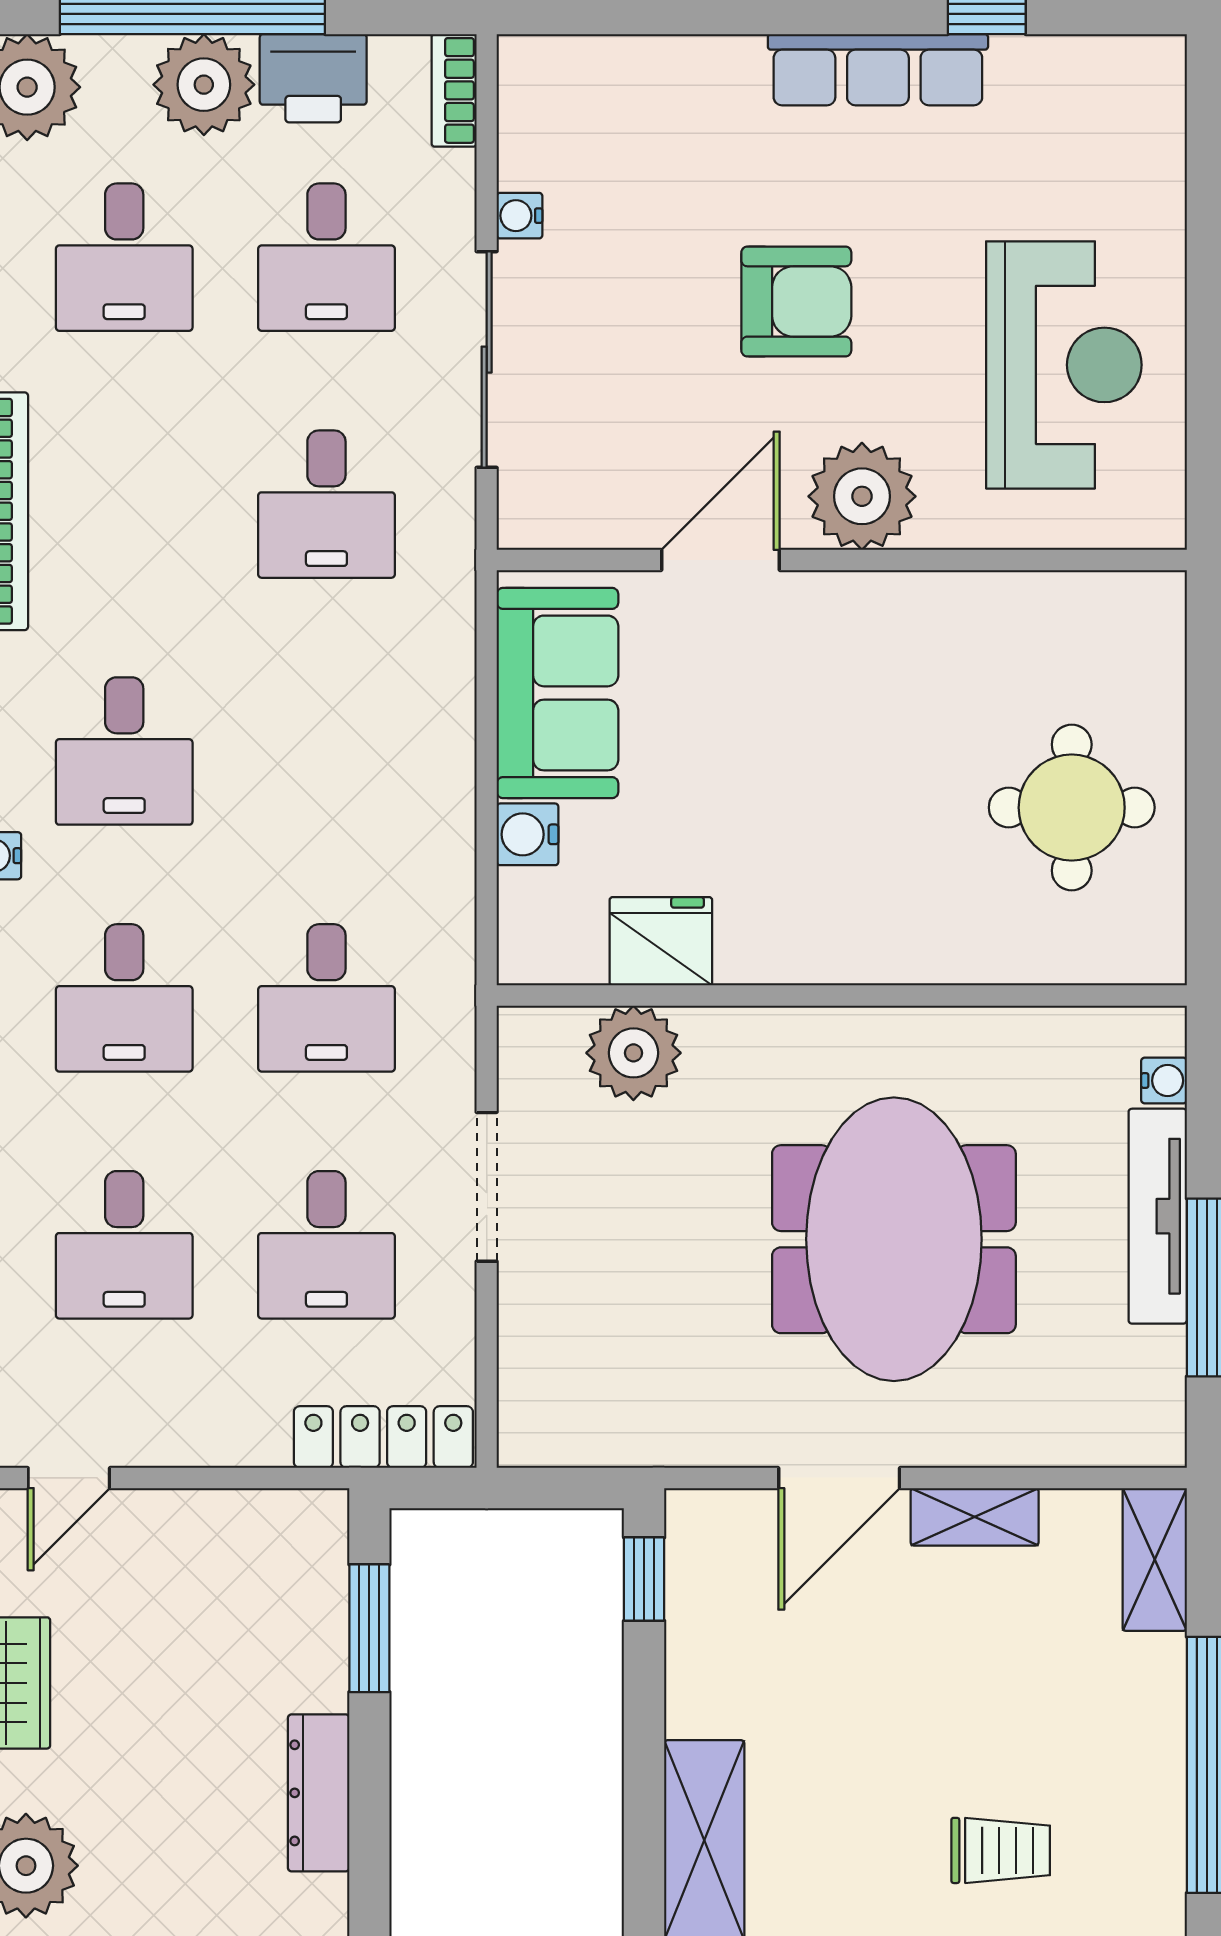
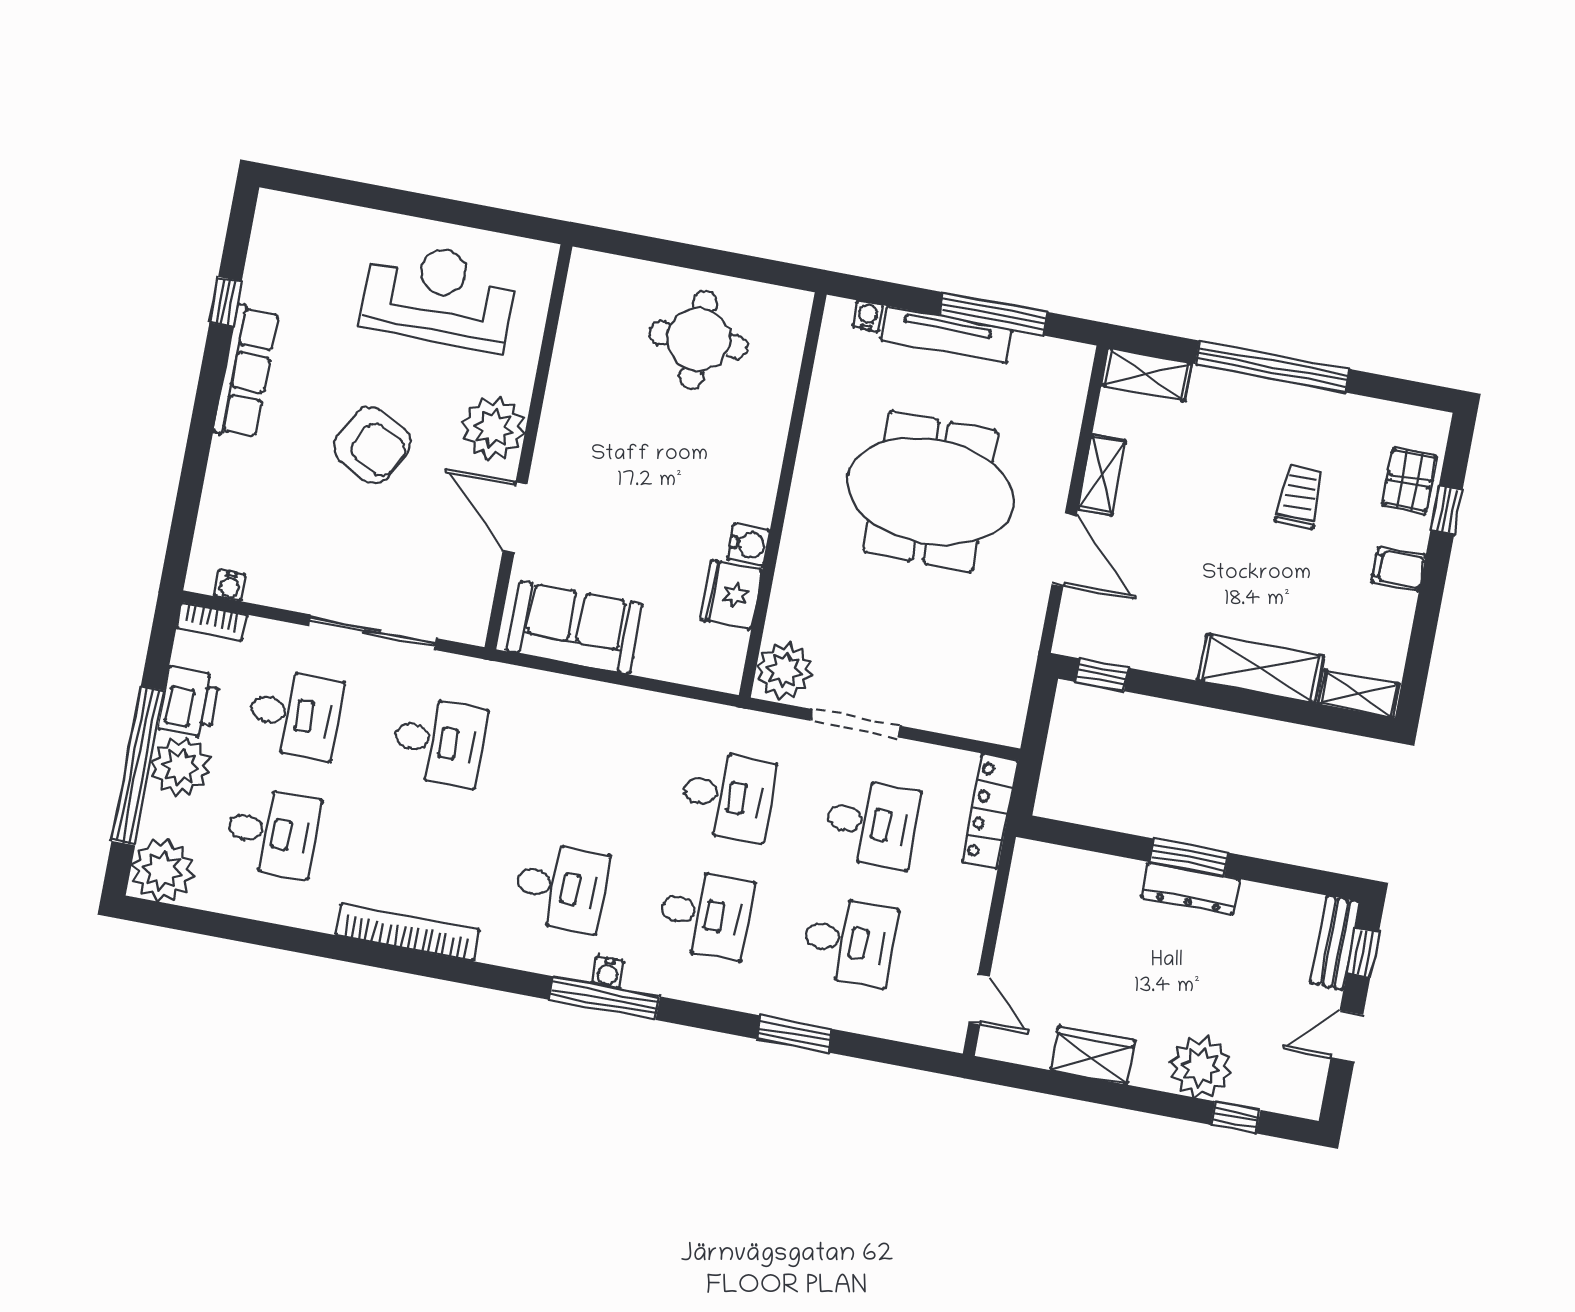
water cooler: (519, 216) -> (230, 585), moved
armchair: (796, 301) -> (372, 445), turned 118
water cooler: (528, 834) -> (749, 545), moved, turned -90
plant: (633, 1053) -> (784, 671), moved
window: (369, 1628) -> (1189, 857), moved

